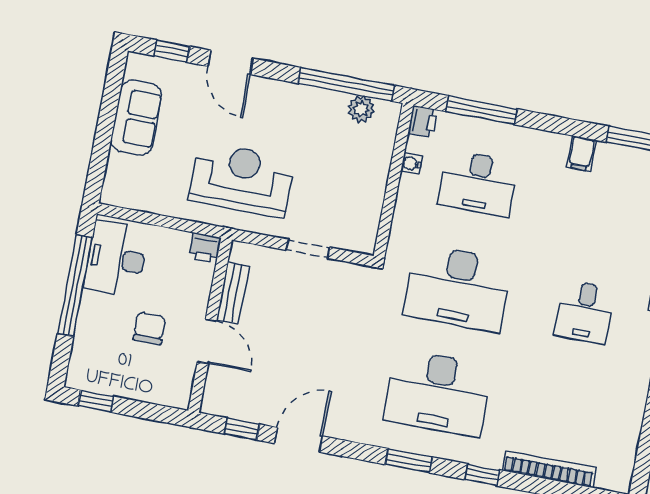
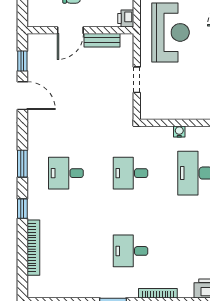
water cooler: (411, 164) -> (179, 131), moved
desk: (458, 288) -> (130, 173), width x0.53, depth x0.77
desk: (438, 393) -> (66, 173), width x0.53, depth x0.77

